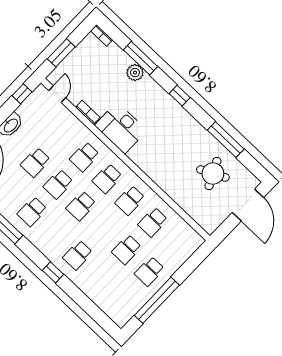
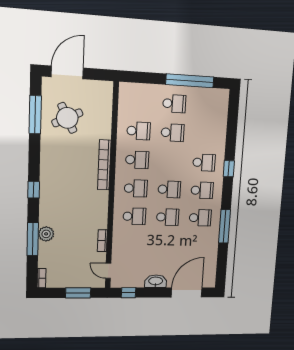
door: (57, 94) -> (108, 271), hinge flipped
desk: (121, 128) -> (93, 210), removed
window: (226, 140) -> (35, 115), moved
school desk: (35, 162) -> (202, 190), moved
bookcase: (150, 170) -> (104, 165), added

